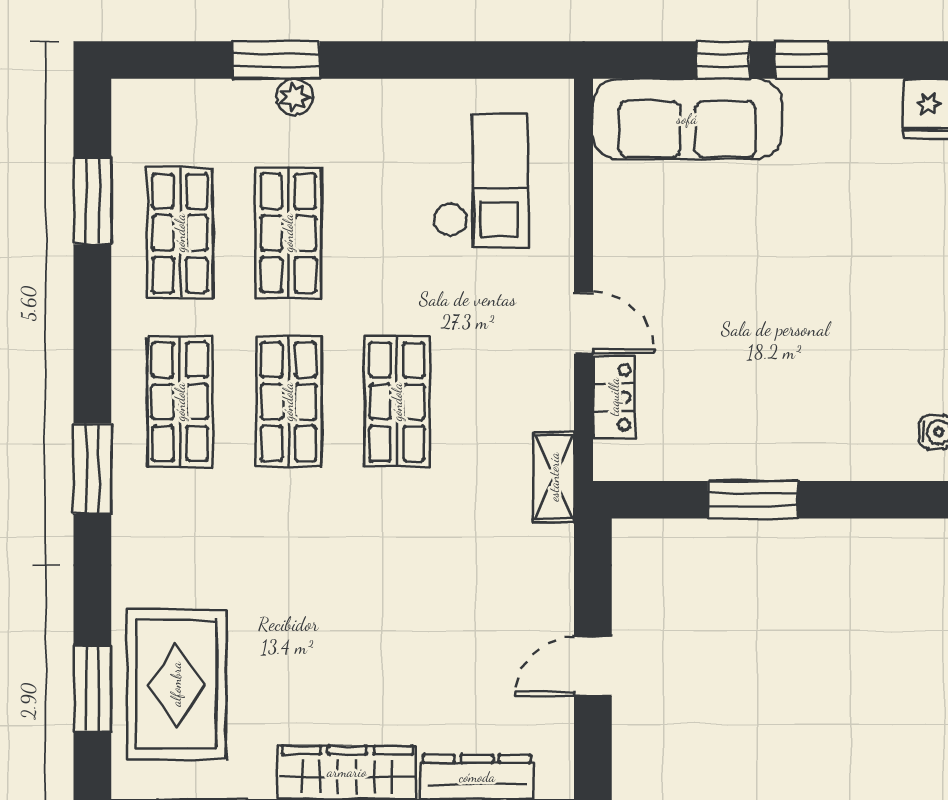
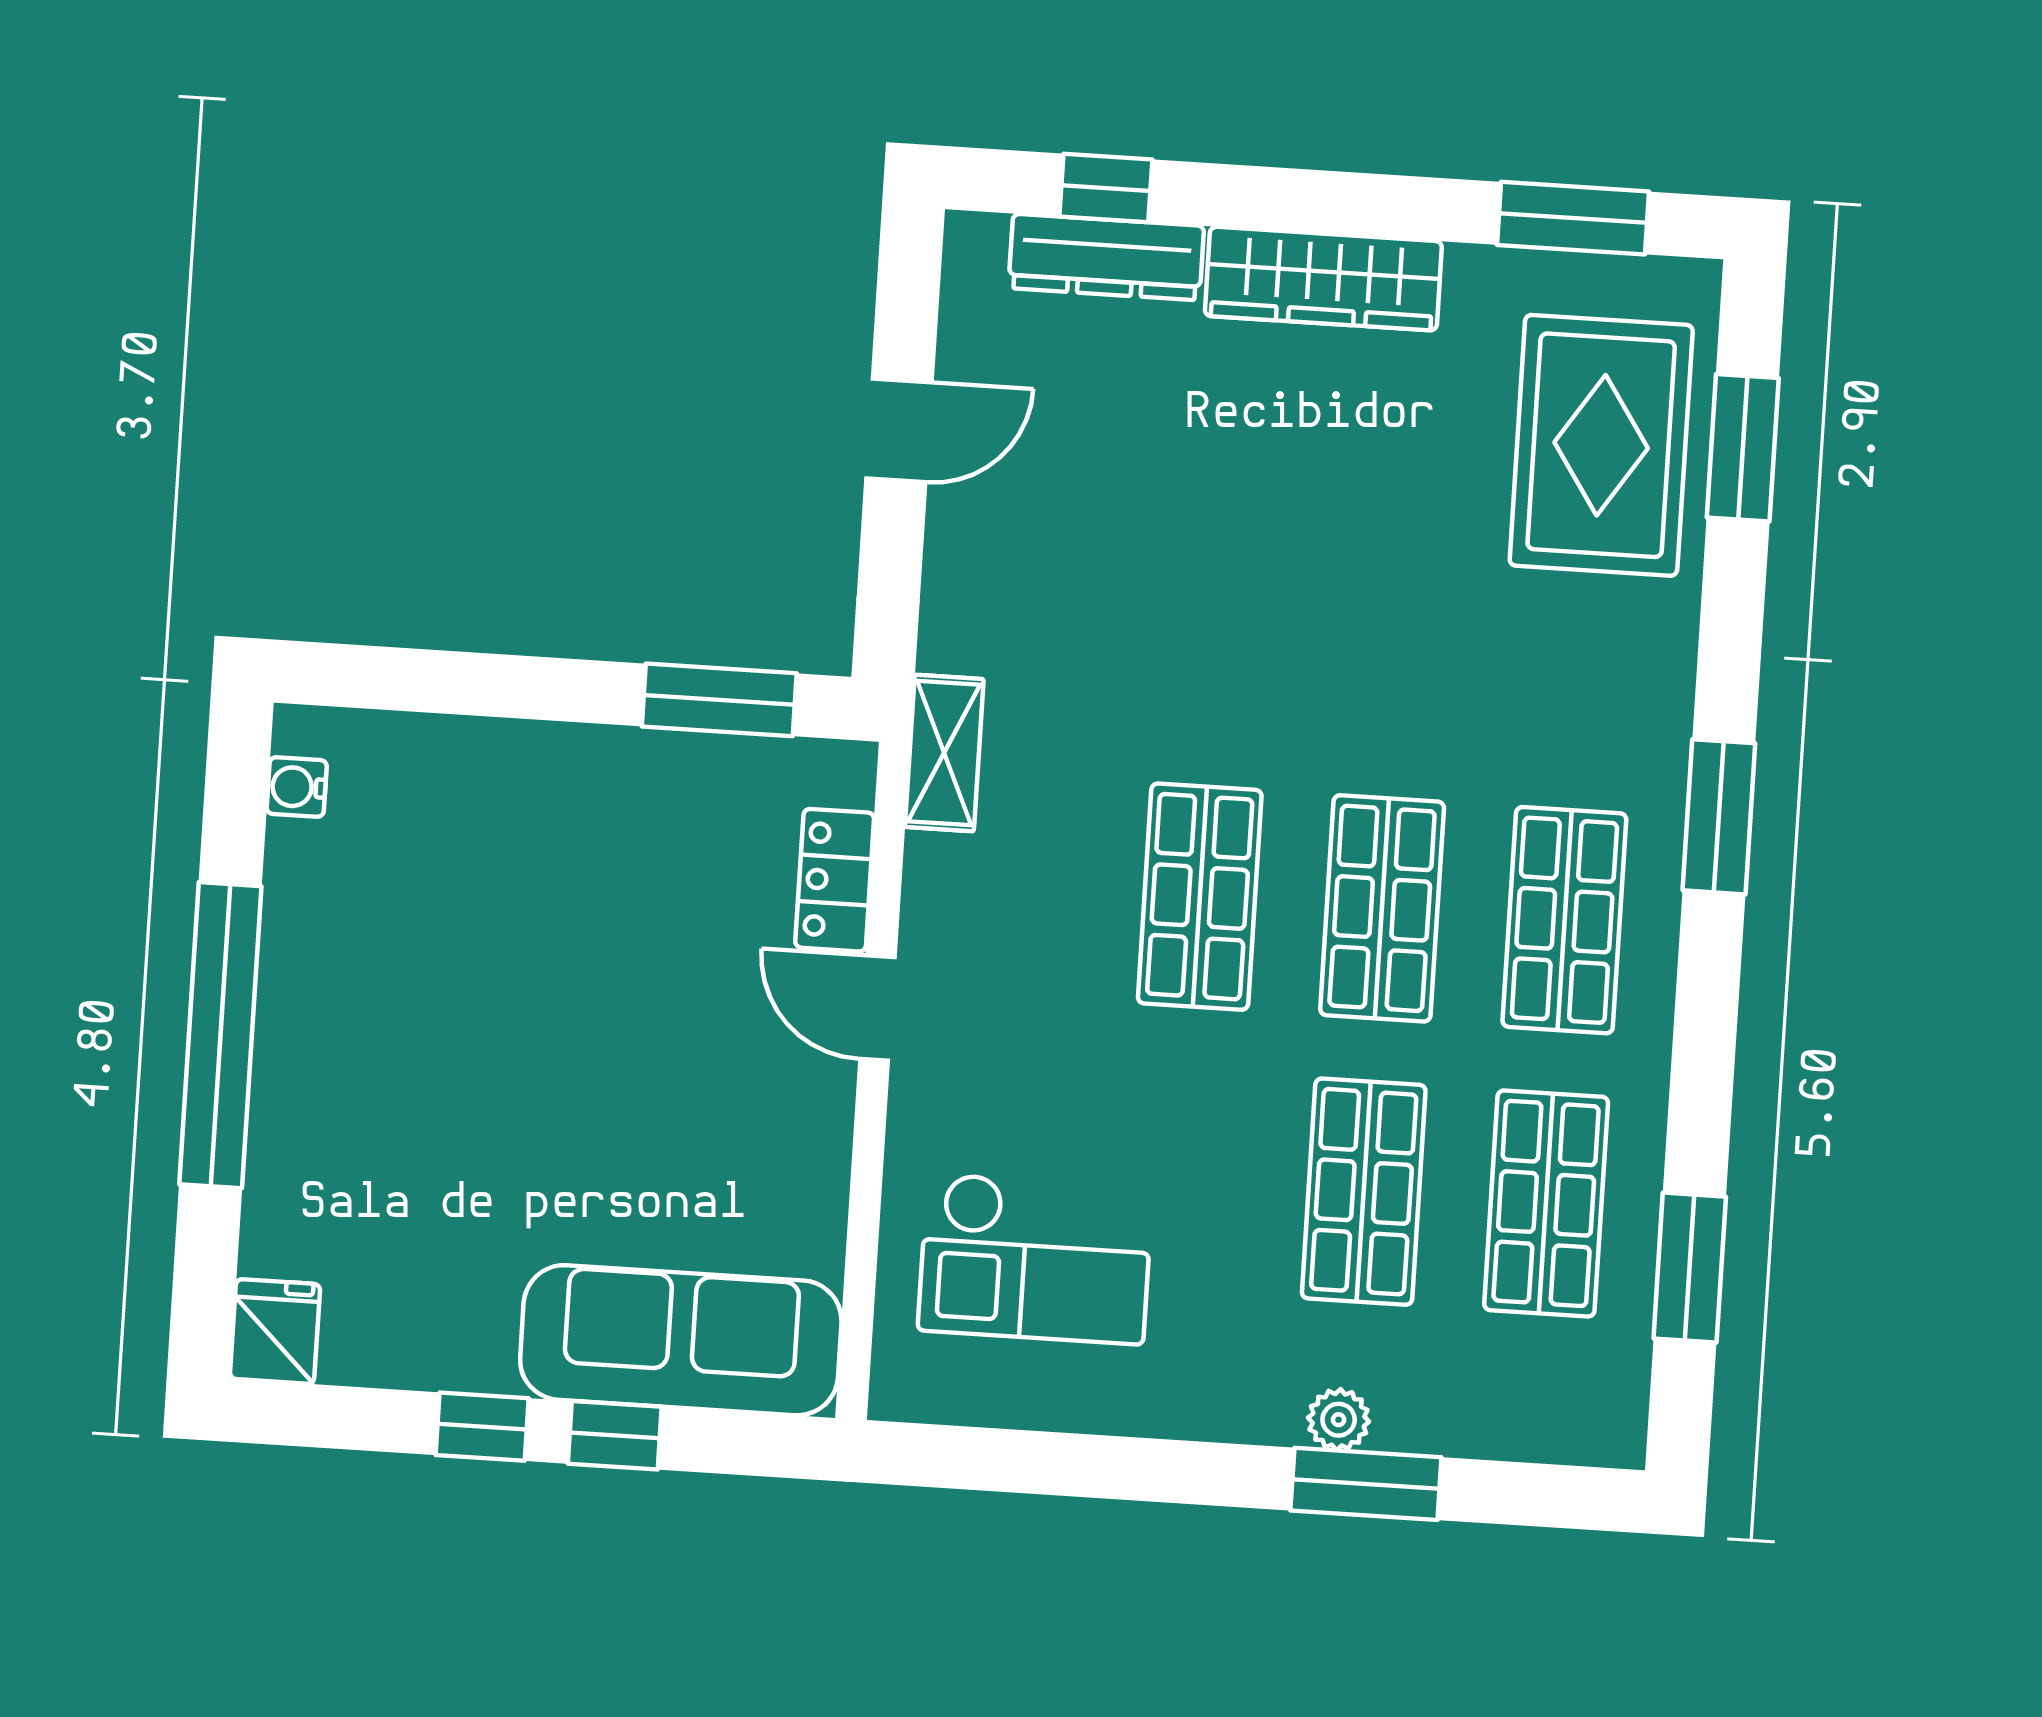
checkout: (480, 181) -> (1035, 1259), turned -90
window: (753, 500) -> (719, 700), moved

